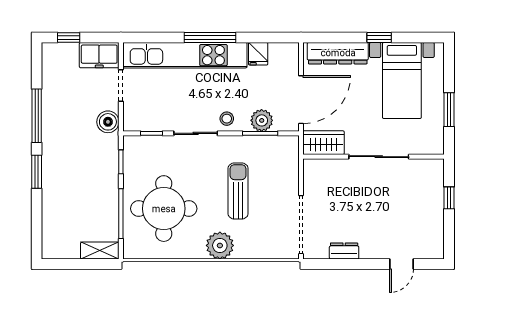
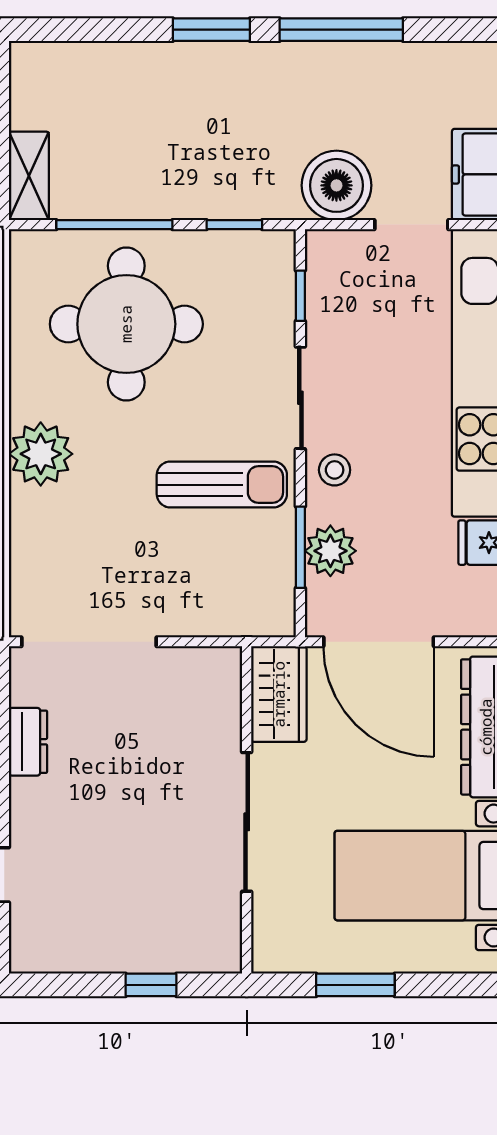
boiler: (108, 122) -> (336, 185), width x1.37, depth x1.37
sun lounger: (238, 191) -> (222, 485), moved

